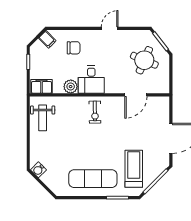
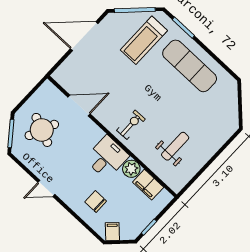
filing cabinet: (42, 86) -> (148, 185), moved
weight bench: (43, 118) -> (175, 146), moved
water cooler: (38, 170) -> (231, 120), removed

